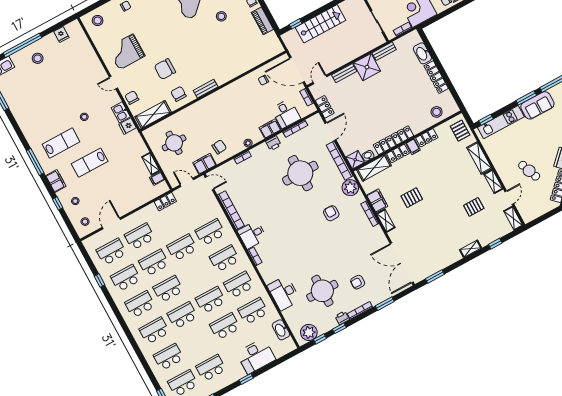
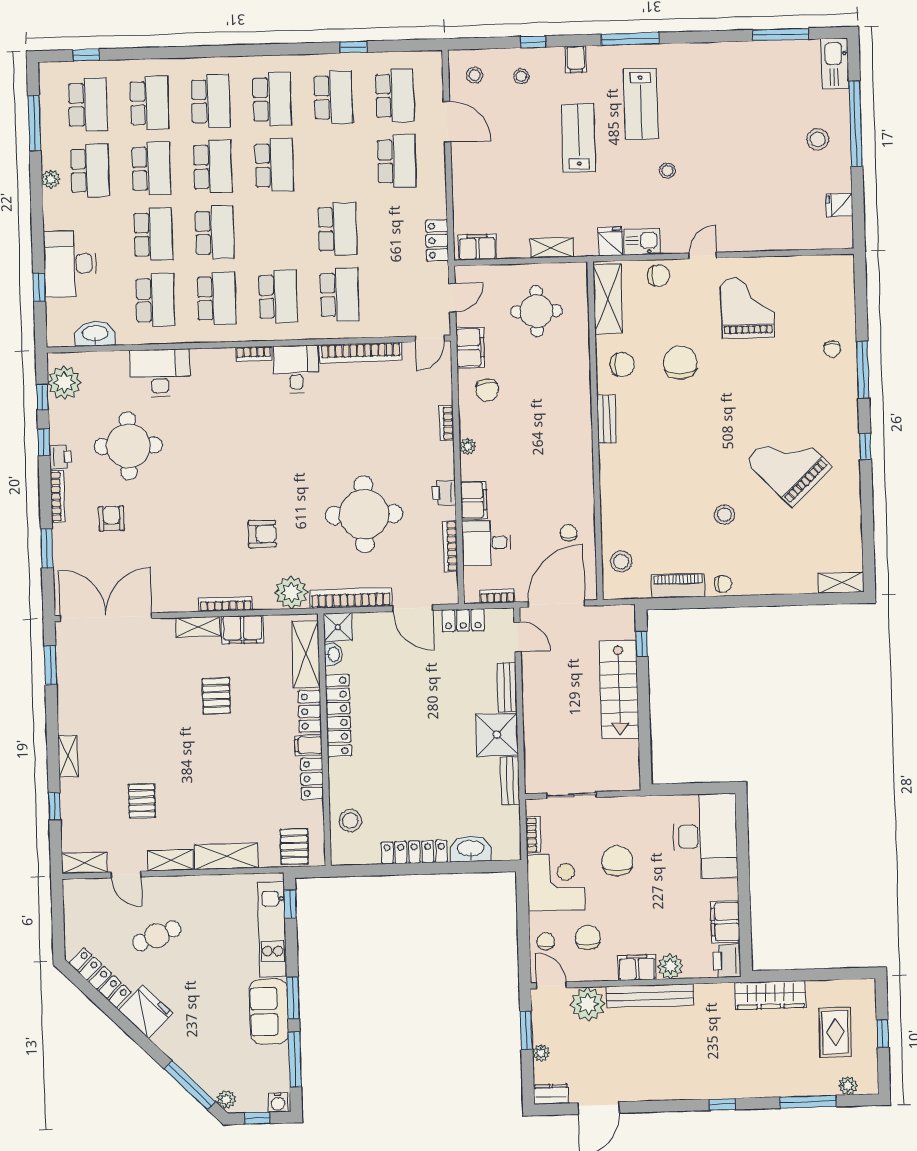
stool: (98, 20) -> (621, 562), moved
pallet: (460, 131) -> (294, 846), turned 90
shelving: (151, 164) -> (552, 248), moved
filing cabinet: (157, 179) -> (477, 247), width x2.00
filing cabinet: (56, 181) -> (576, 59), width x0.50
school desk: (154, 263) -> (151, 169), moved
window: (246, 379) -> (39, 288), moved
plant: (223, 383) -> (51, 179), added

